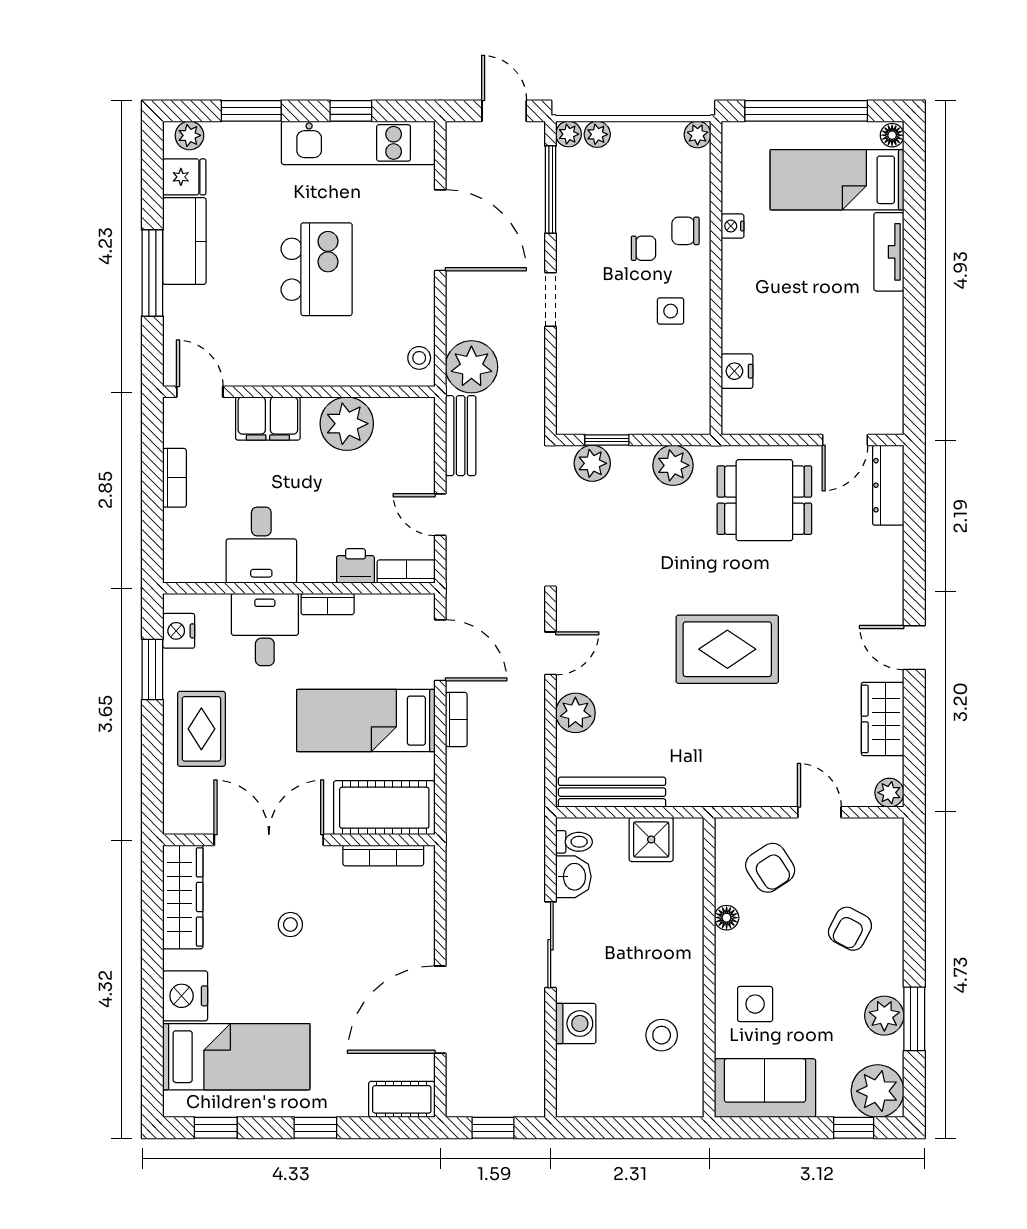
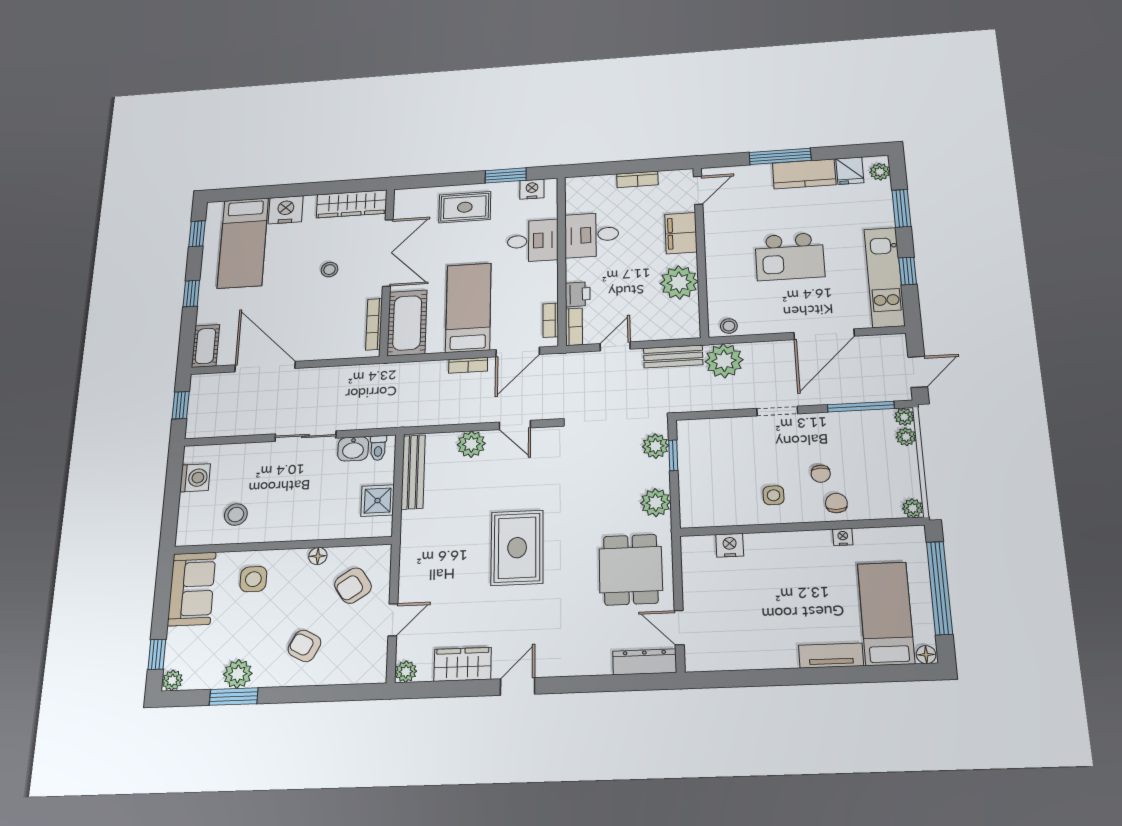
bookcase: (328, 604) -> (551, 320), moved
washing machine: (576, 1024) -> (195, 478), moved, turned -90
plant: (878, 1091) -> (172, 680), width x0.53, depth x0.53

